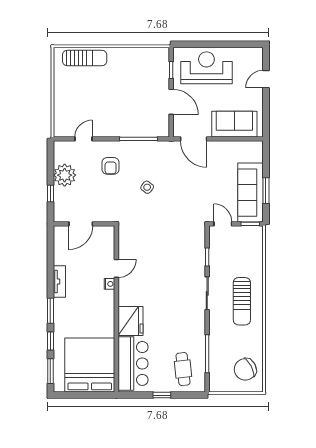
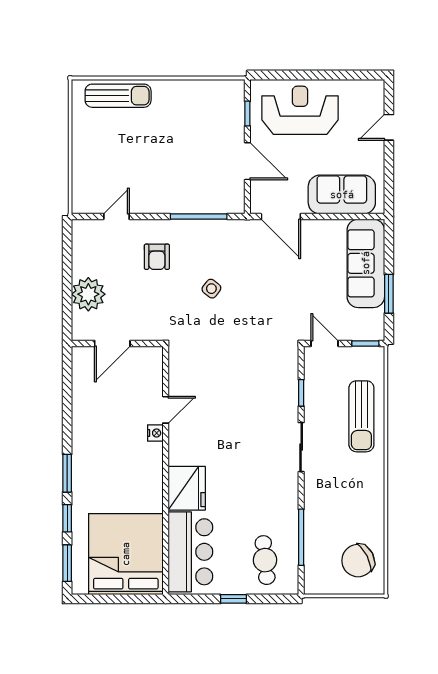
plant: (65, 175) -> (88, 294), moved
sofa: (251, 193) -> (366, 263), moved
window: (50, 194) -> (67, 298), removed
tv unit: (59, 281) -> (81, 429), removed
sun lounger: (242, 301) -> (361, 416), moved

